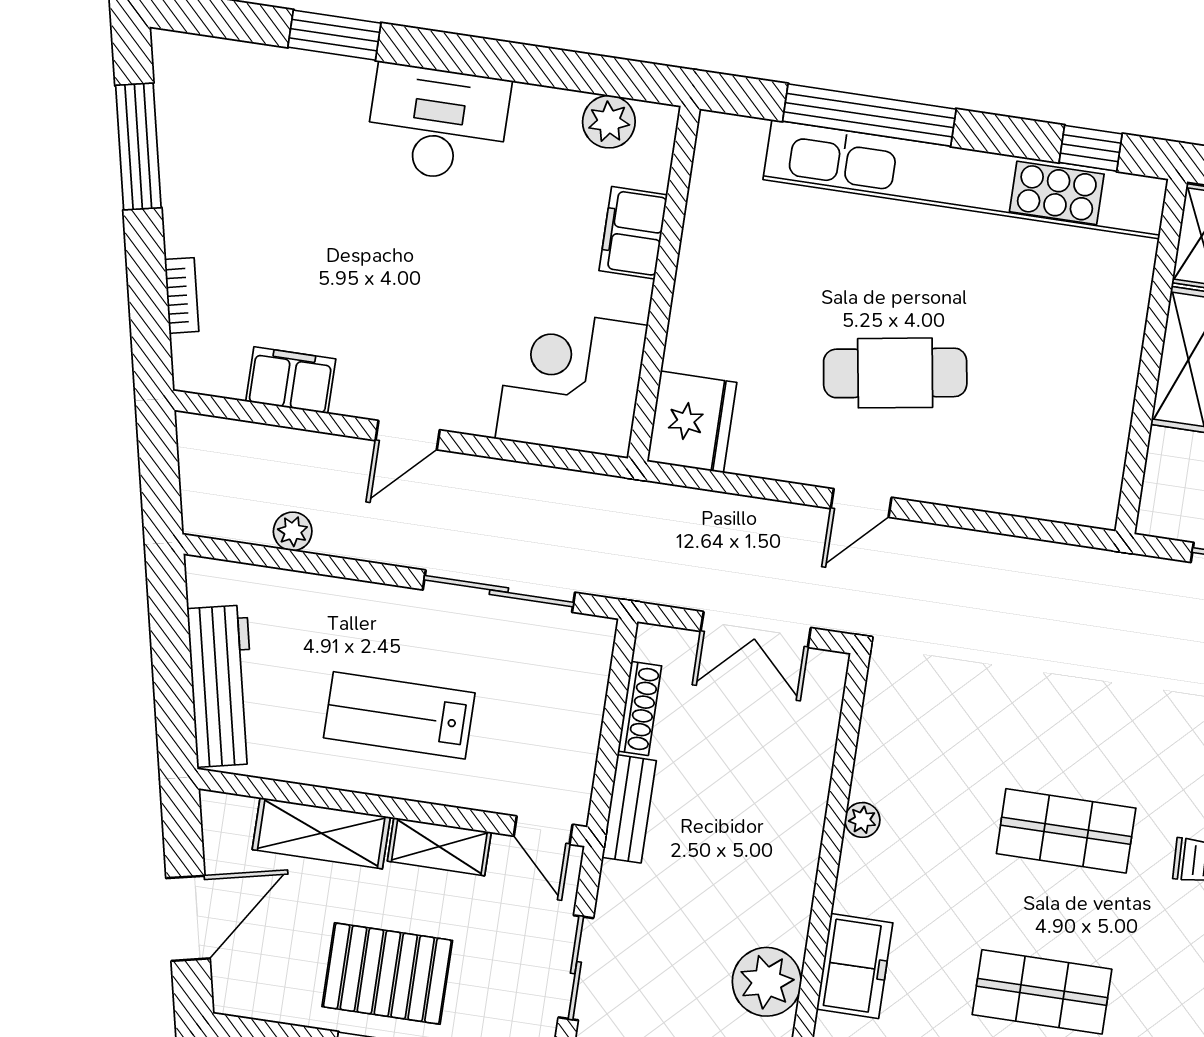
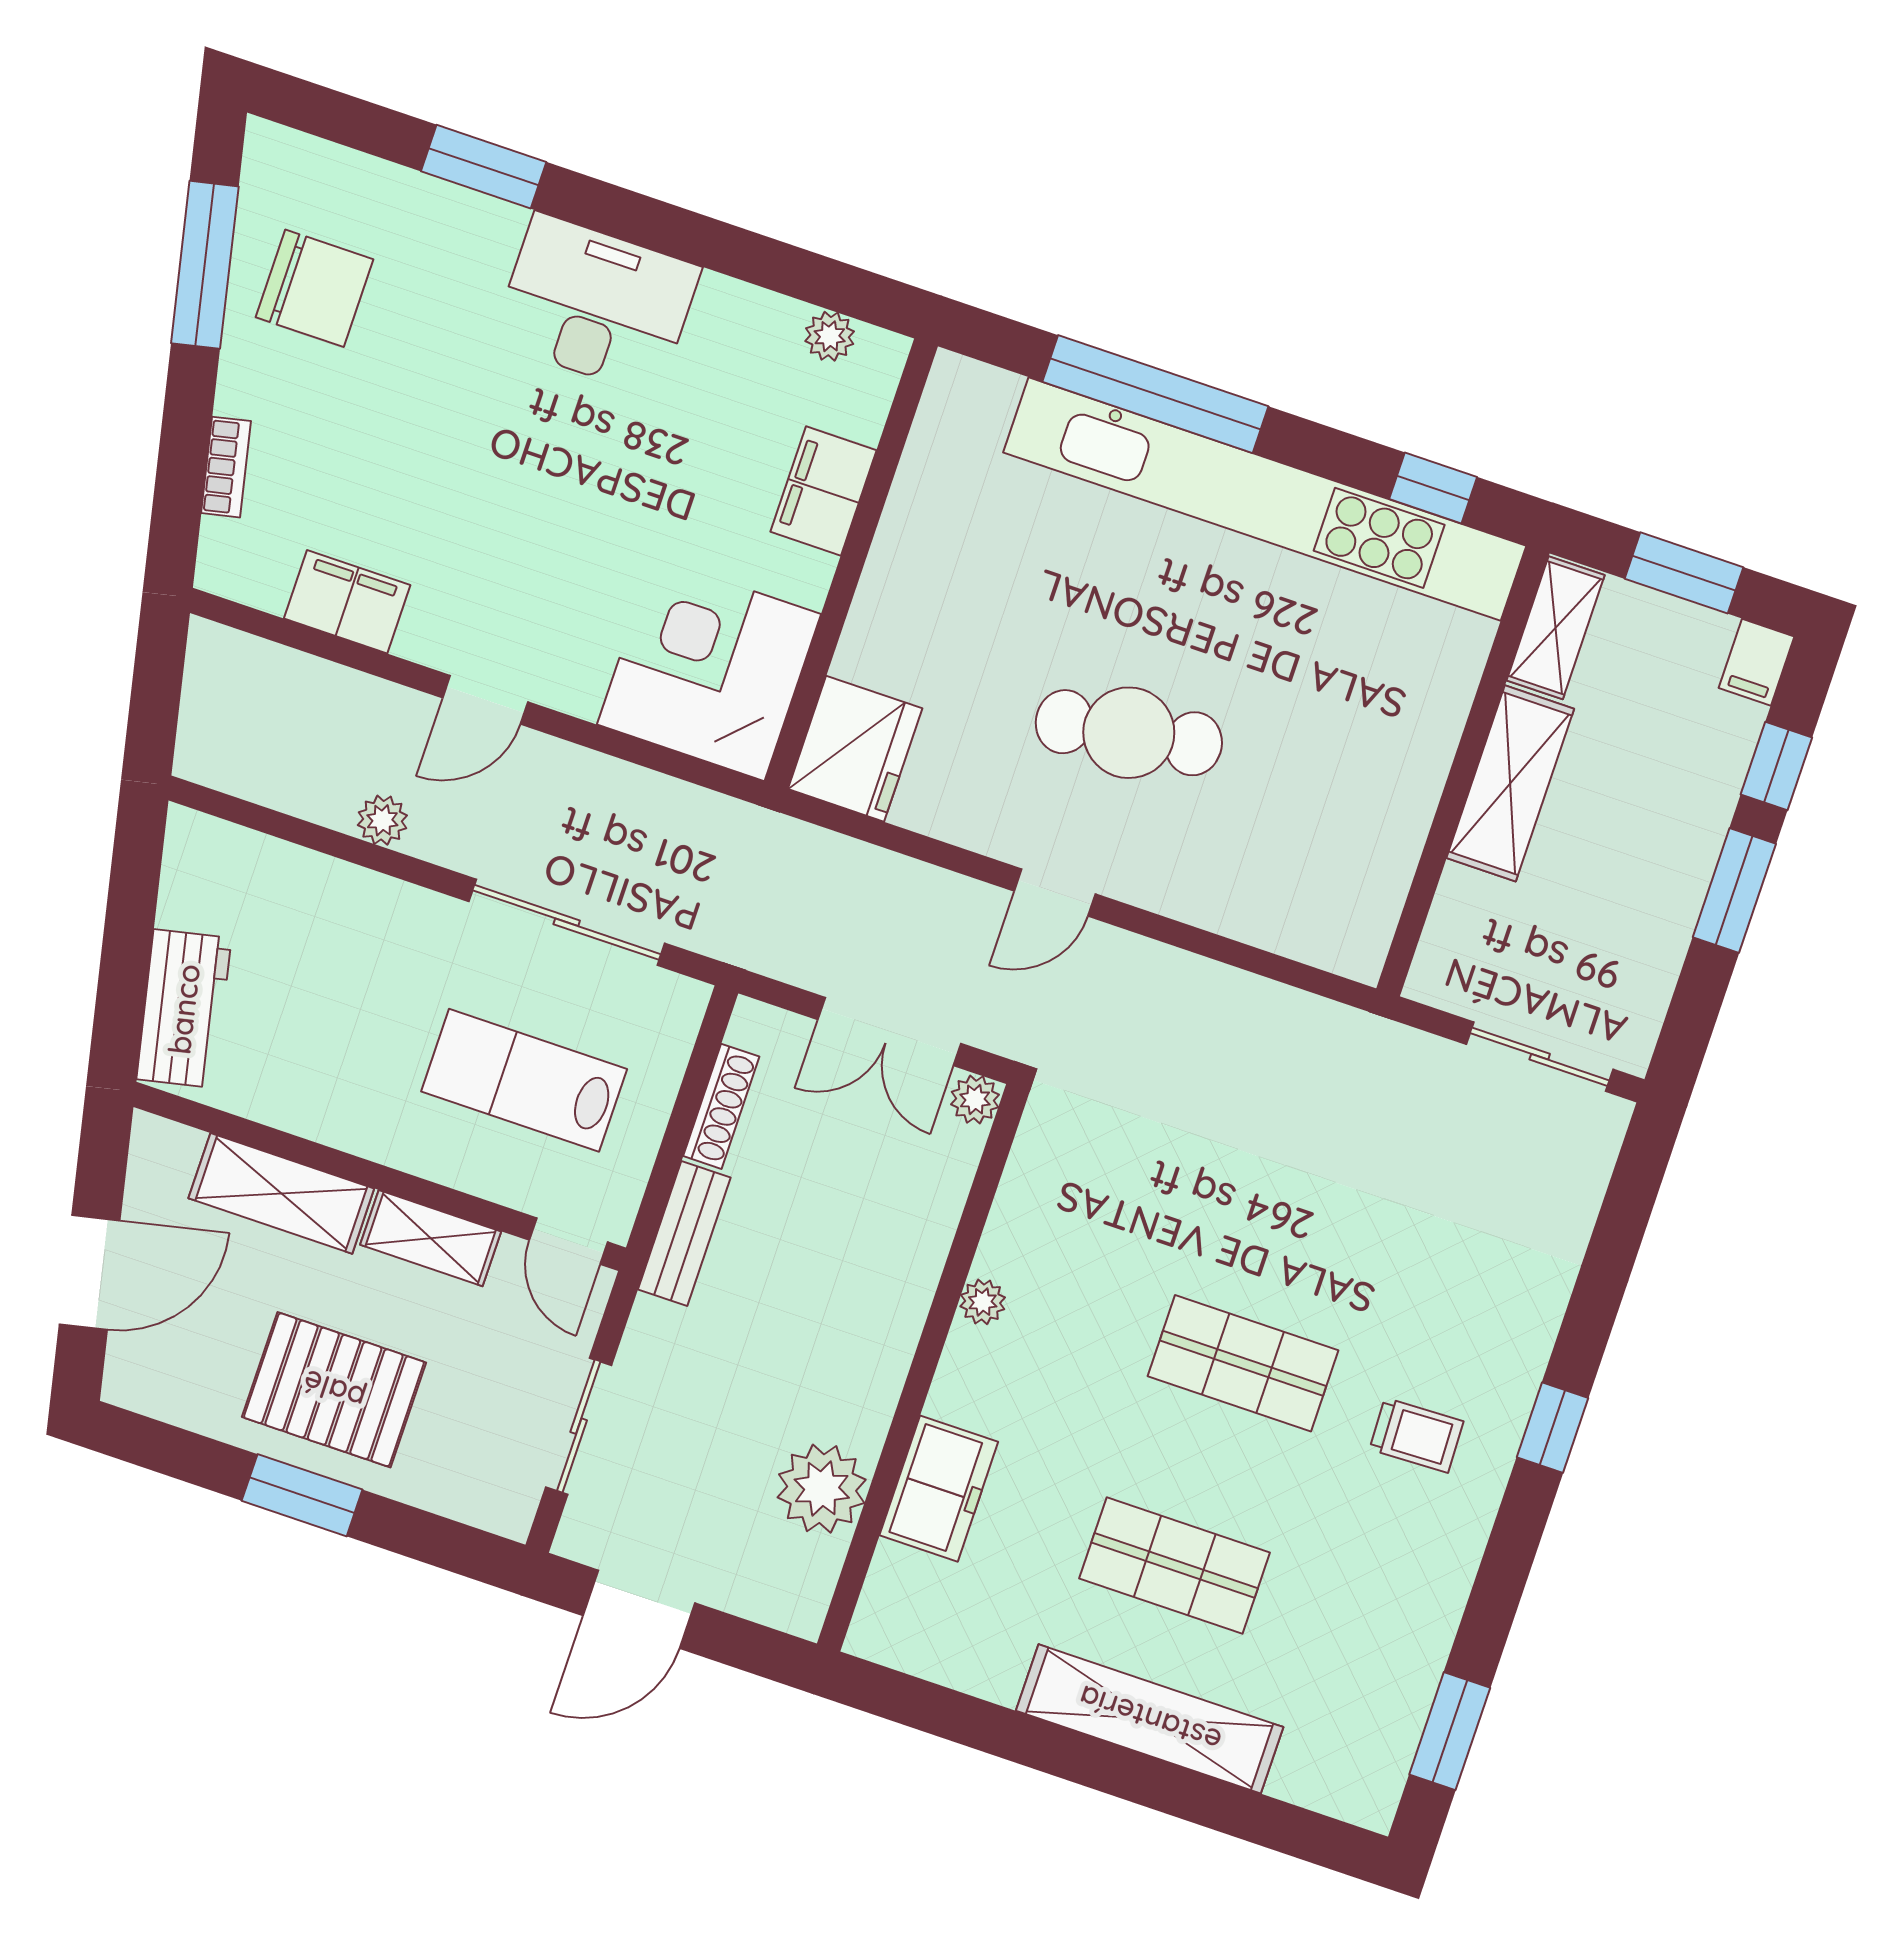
plant: (609, 122) -> (830, 336), width x0.73, depth x0.73
chair: (224, 149) -> (314, 288), added
plant: (293, 531) -> (382, 820), moved
plant: (829, 669) -> (975, 1099), added
workbench: (222, 686) -> (184, 1009), width x0.73
lab bench: (399, 715) -> (524, 1080), moved

